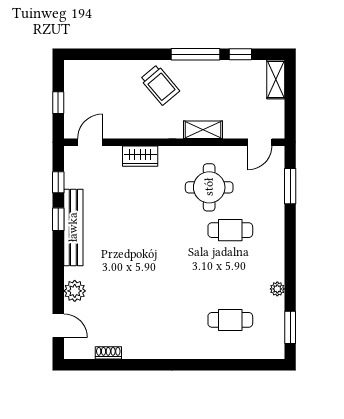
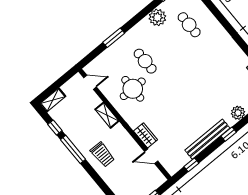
trolley: (160, 85) -> (102, 155), turned 130
door: (90, 142) -> (151, 156), moved
window: (290, 186) -> (114, 38), moved
window: (58, 219) -> (229, 134), moved
plant: (277, 289) -> (157, 17), width x1.88, depth x1.88

